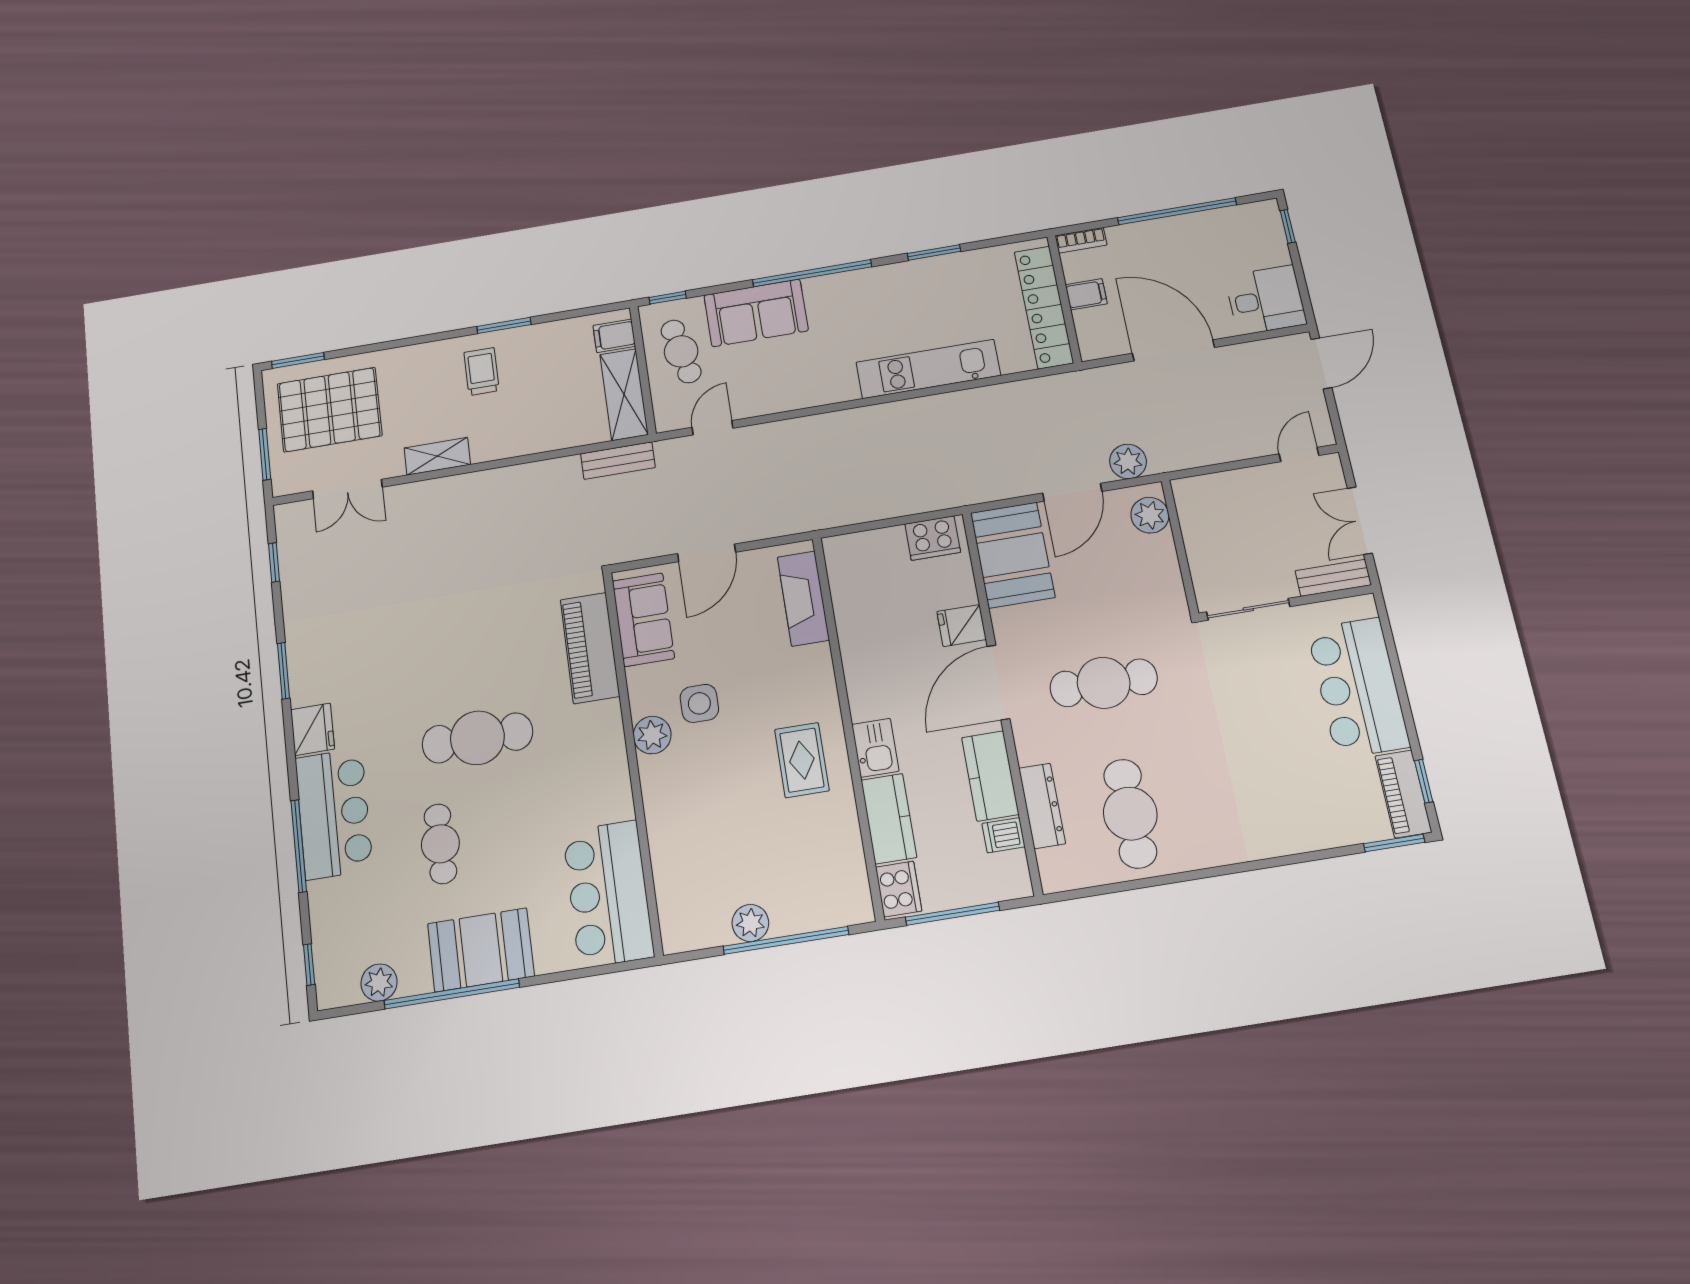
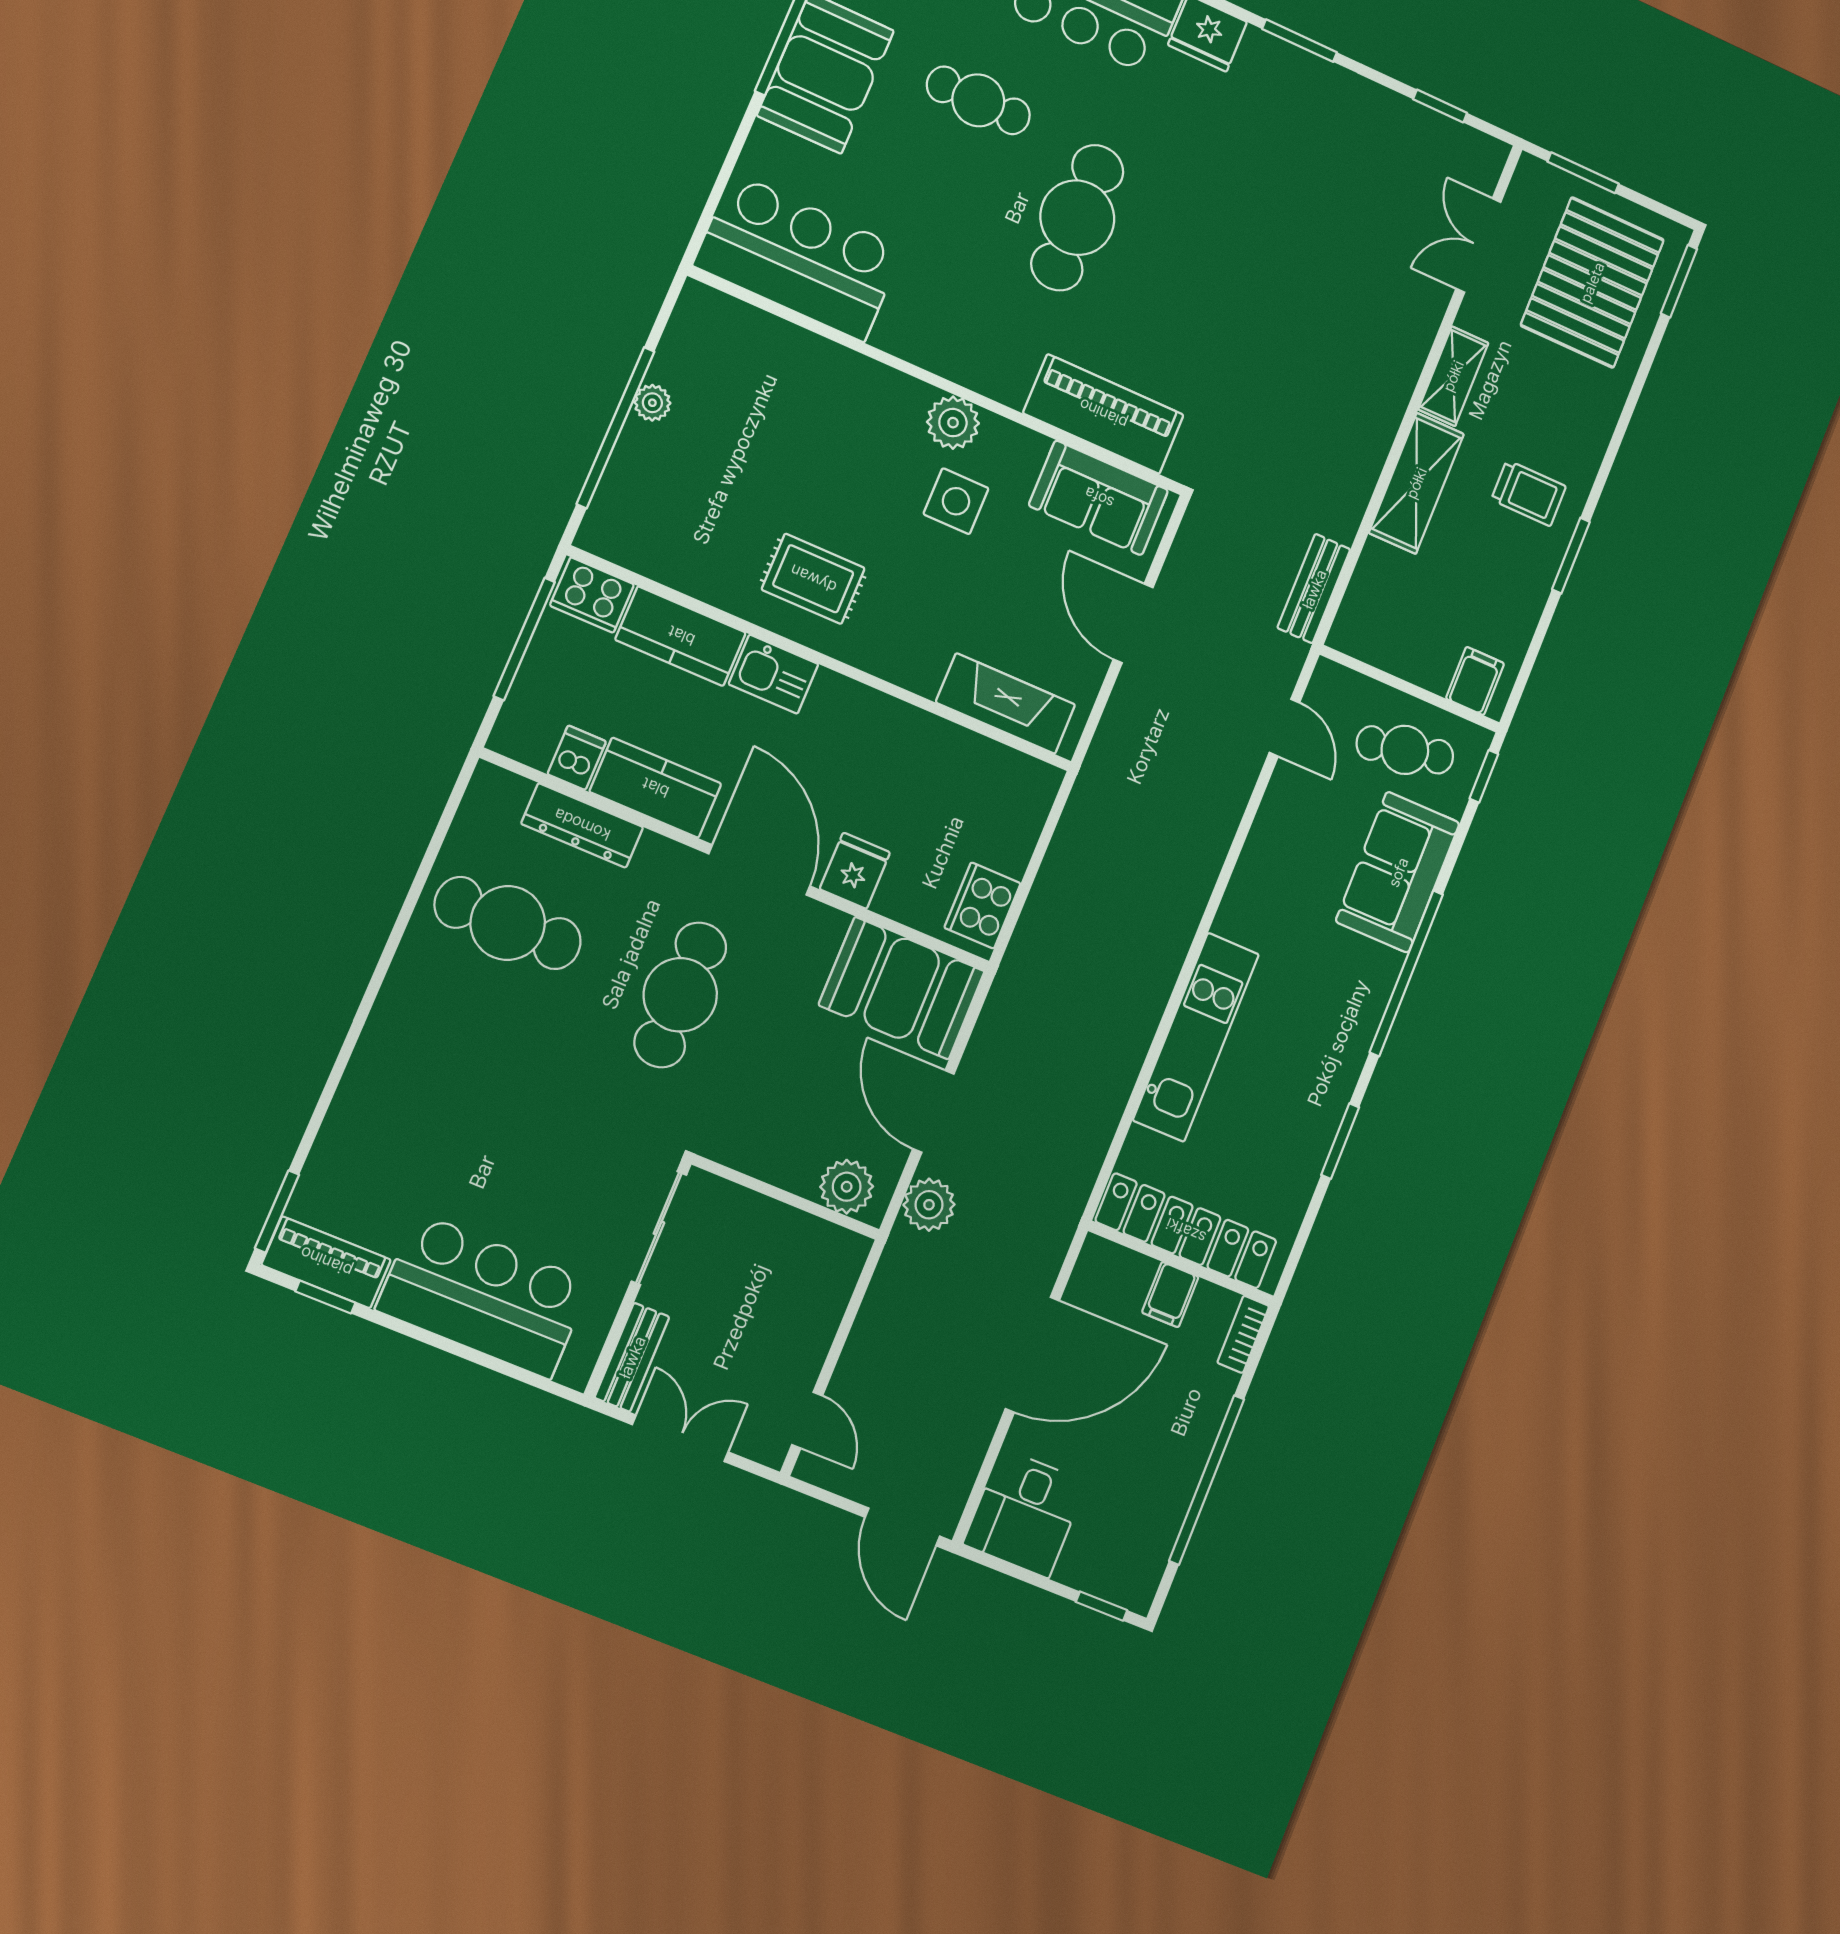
shelving: (624, 395) -> (1416, 483), moved, turned 90
plant: (750, 923) -> (652, 403), width x0.73, depth x0.73

